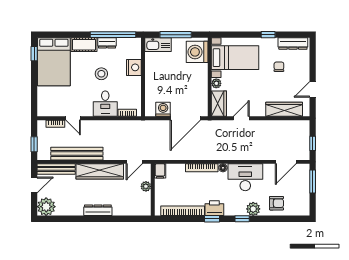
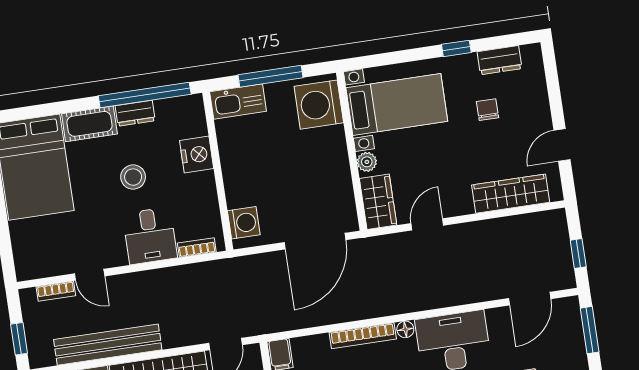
dresser: (293, 43) -> (500, 60), width x0.70
washing machine: (163, 109) -> (244, 223), moved, turned 90

